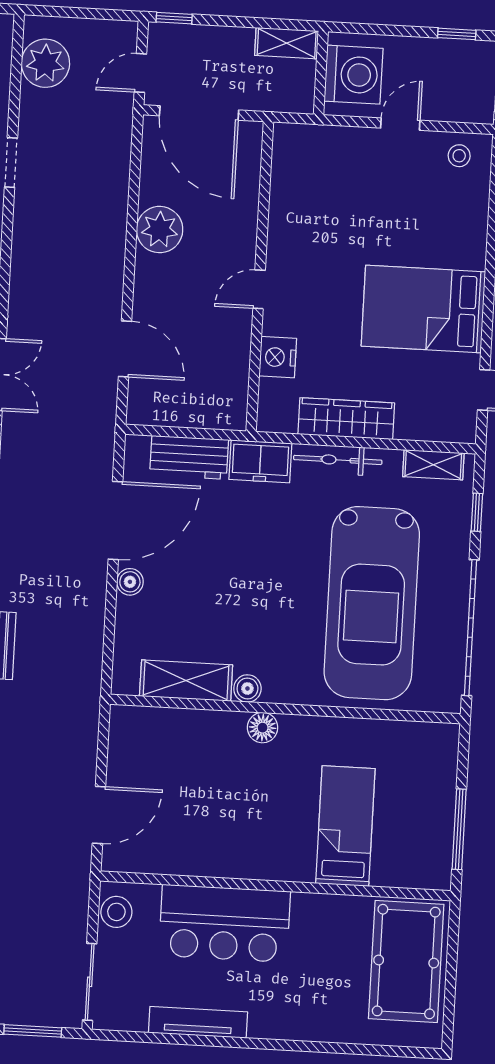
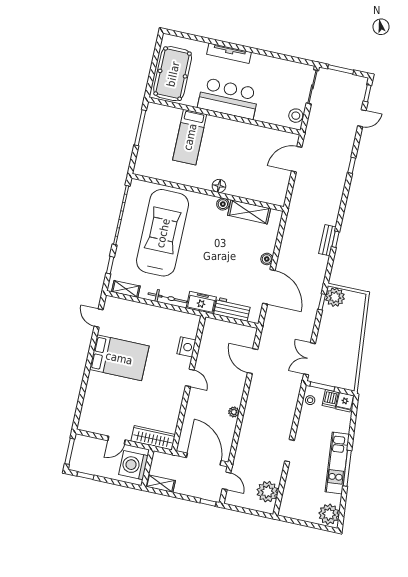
door: (140, 73) -> (227, 481), hinge flipped
stool: (459, 156) -> (93, 422), removed
plant: (160, 230) -> (234, 412), width x0.53, depth x0.53
door: (259, 289) -> (190, 378), hinge flipped
wardrobe: (346, 419) -> (153, 438), moved, turned 180
door: (115, 521) -> (269, 287), swing flipped
bar counter: (225, 923) -> (228, 98), moved
tv unit: (198, 1022) -> (229, 53), moved

